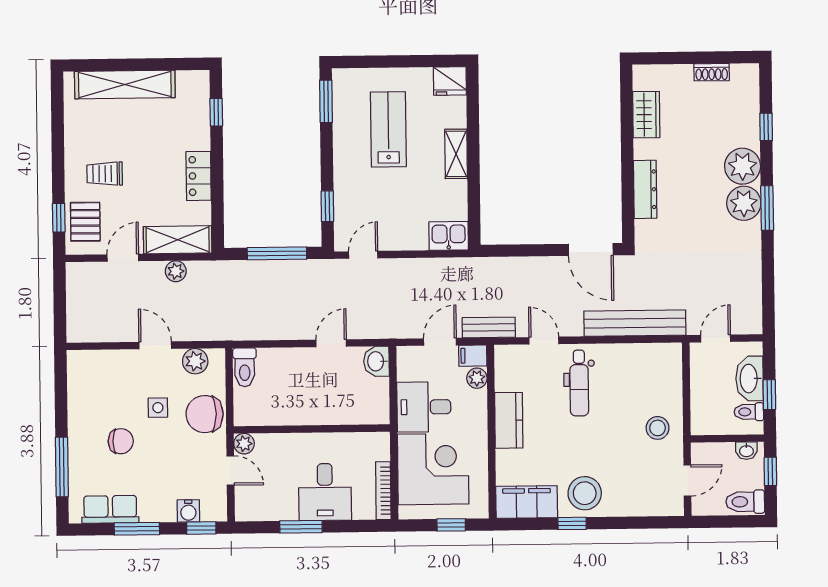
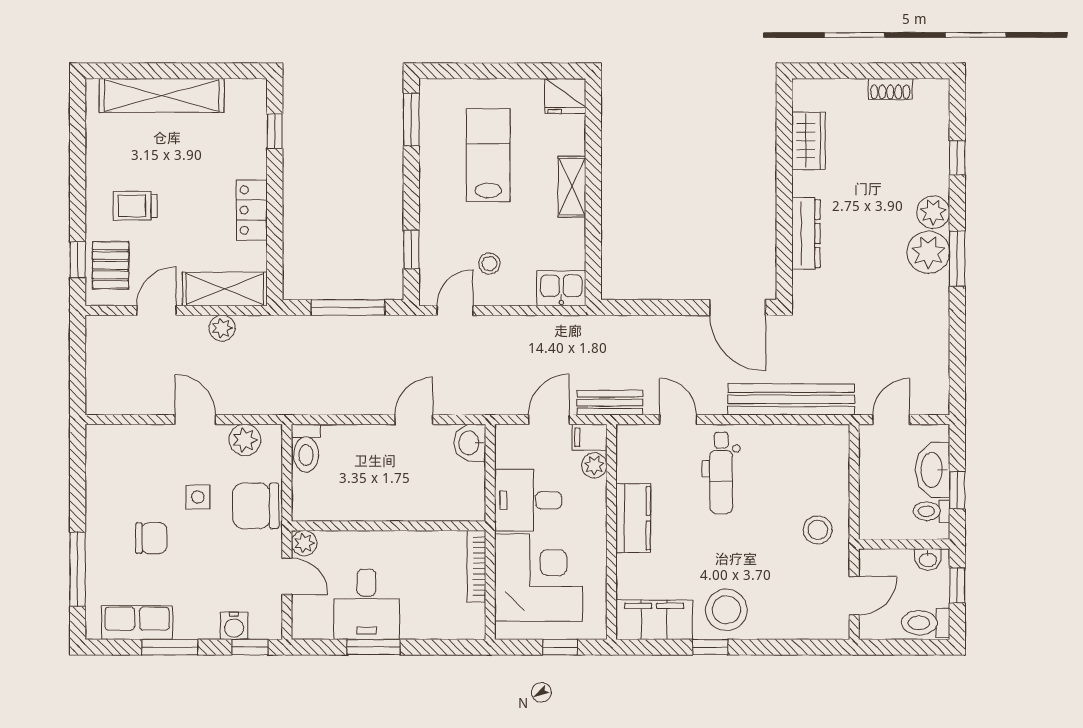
plant: (743, 166) -> (933, 212), width x0.73, depth x0.73
stool: (390, 217) -> (489, 264), added
bookcase: (383, 491) -> (476, 566), moved
desk: (325, 492) -> (367, 604), moved

